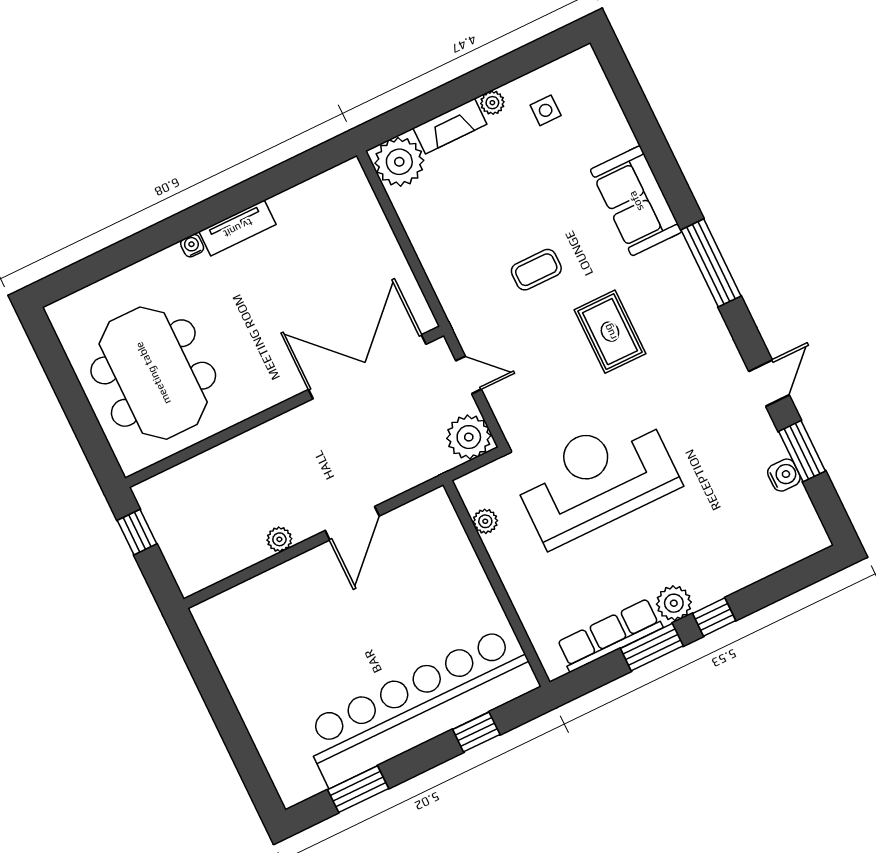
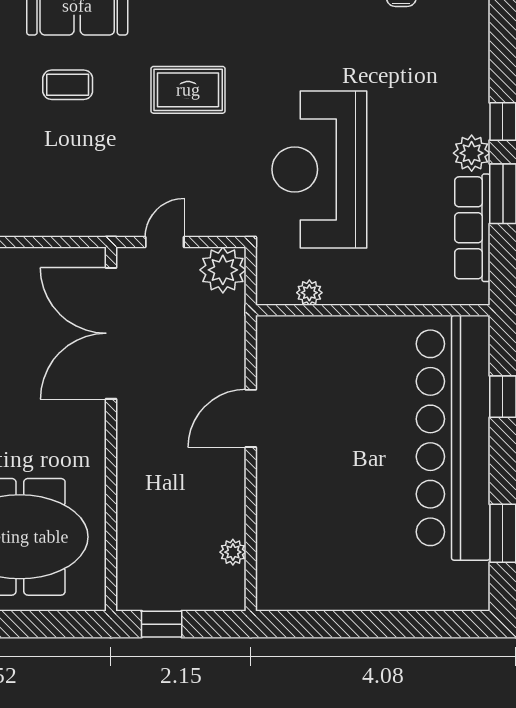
coffee table: (536, 270) -> (68, 85), moved, turned 90
door: (352, 523) -> (251, 418), swing flipped
plant: (279, 539) -> (233, 552), moved

